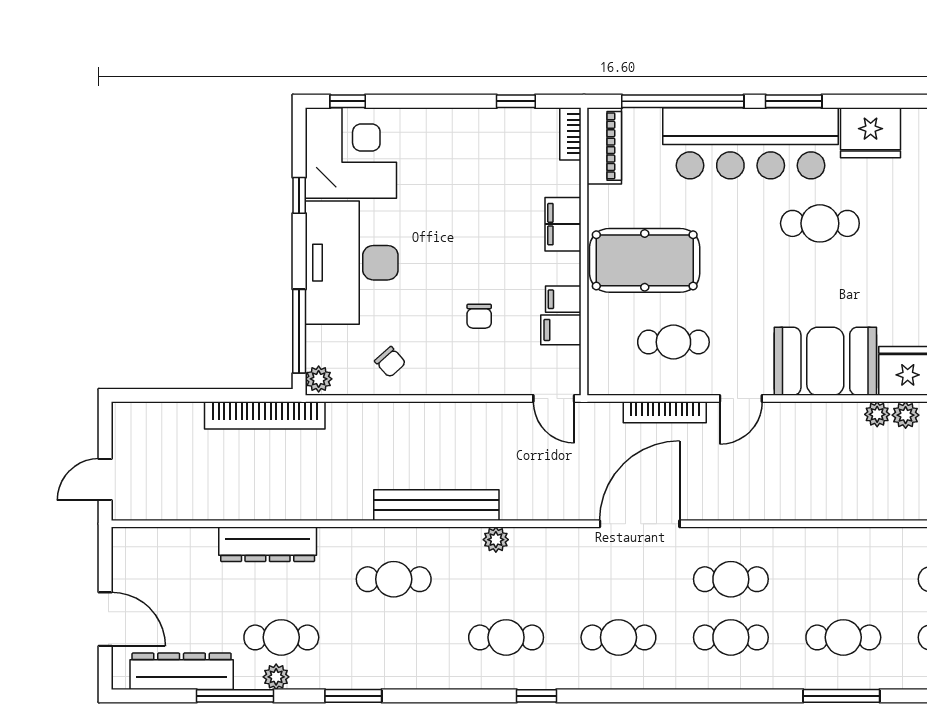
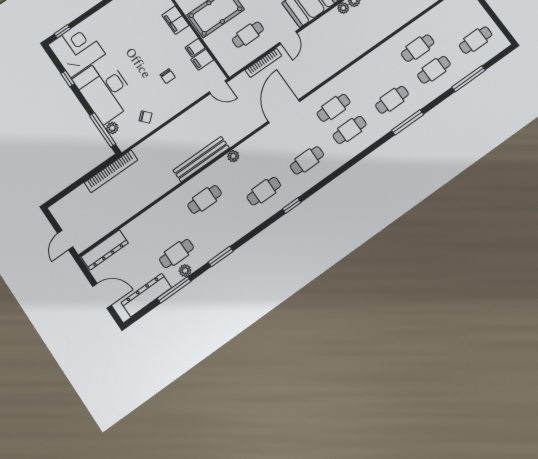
plant: (319, 379) -> (112, 128), moved
dresser: (268, 544) -> (105, 250), moved

